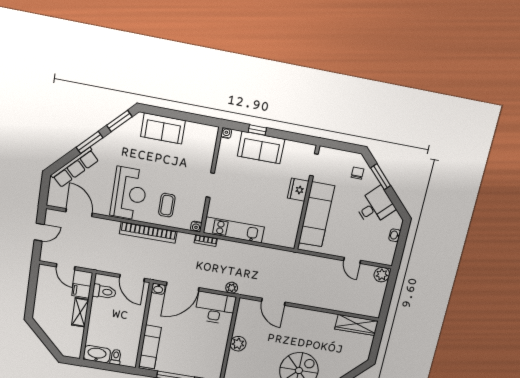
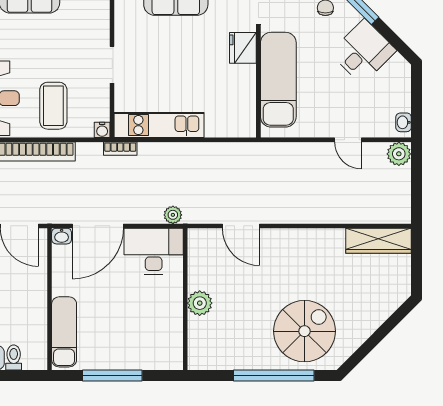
coffee table: (167, 205) -> (53, 106), width x1.36, depth x1.30
washbasin: (395, 235) -> (404, 122), moved

